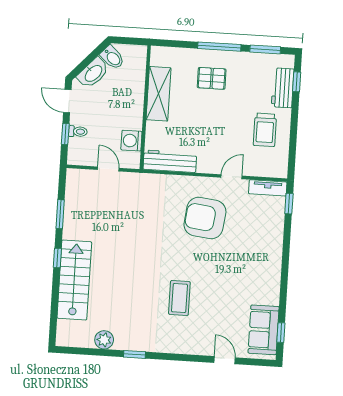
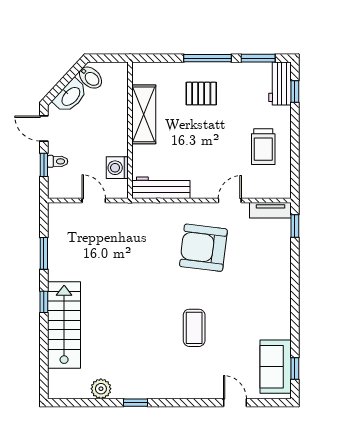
workbench: (283, 88) -> (280, 83), moved
coffee table: (179, 298) -> (194, 328), moved

